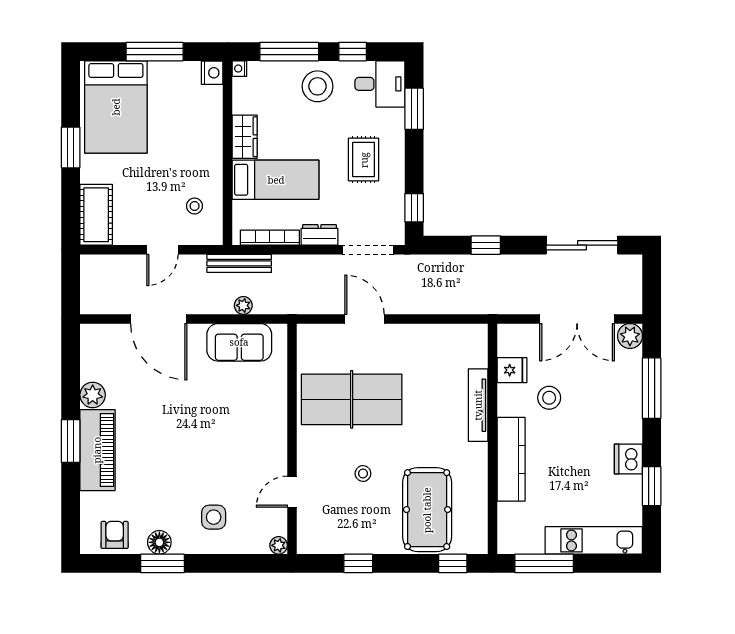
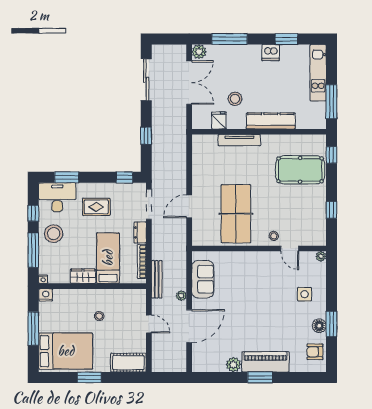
desk: (380, 84) -> (57, 197), width x1.37
stool: (195, 206) -> (99, 316), moved
plant: (243, 305) -> (181, 296), moved
stool: (363, 473) -> (274, 236), moved

